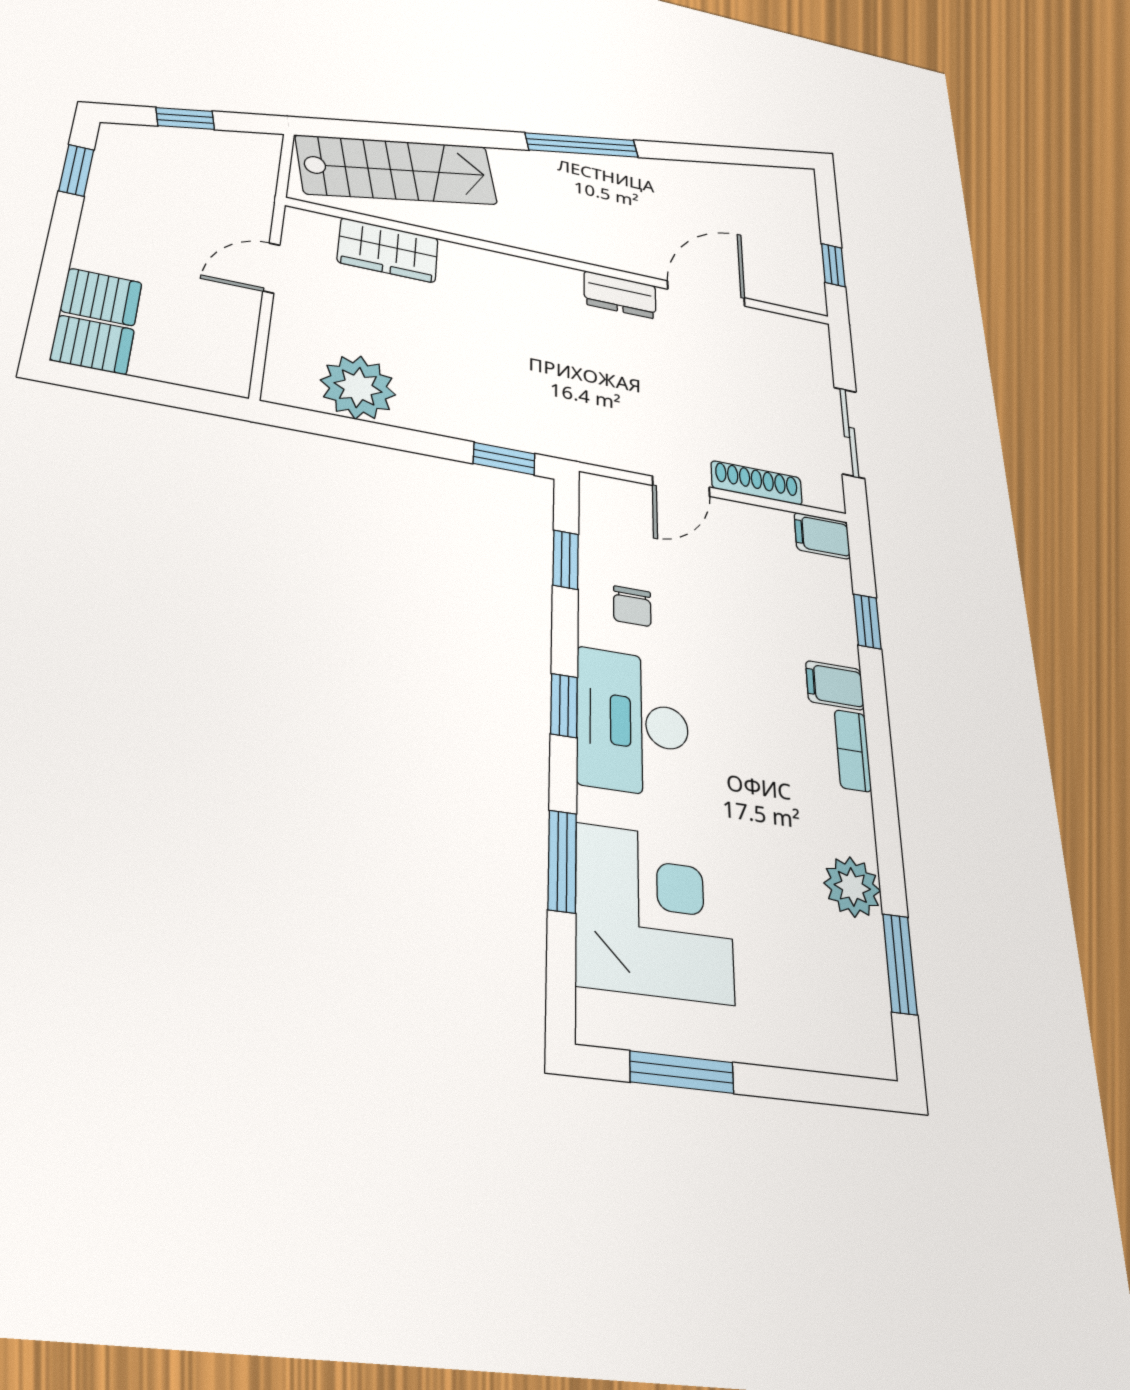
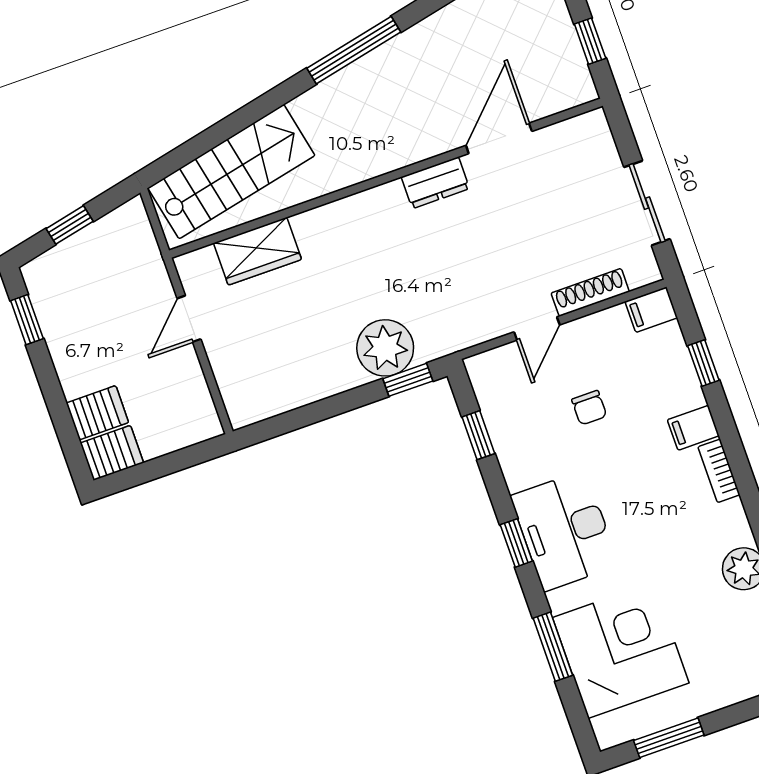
plant: (358, 387) -> (385, 348), moved
chair: (632, 606) -> (589, 408), moved

